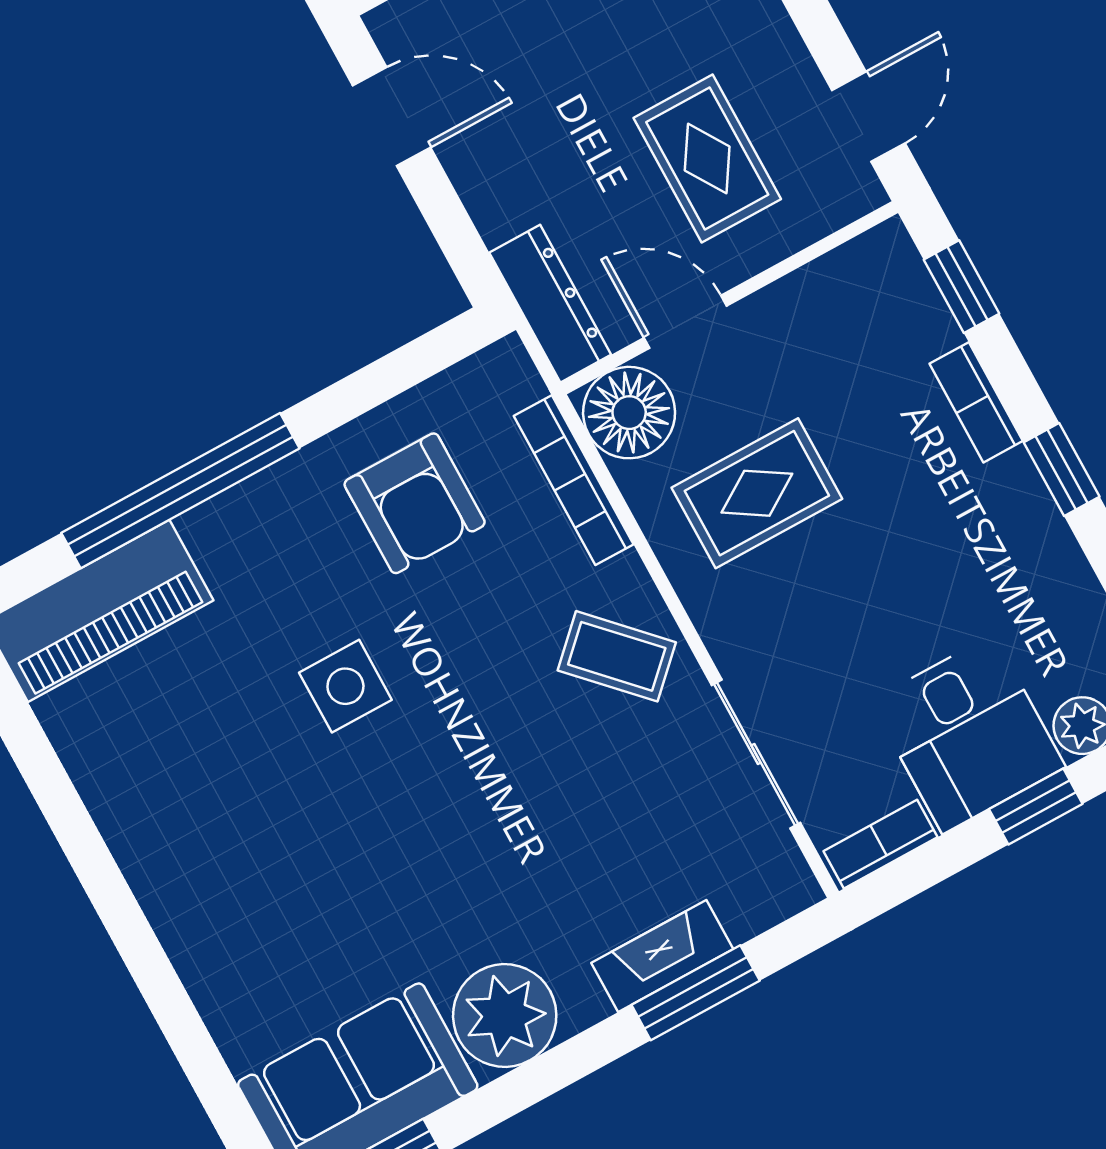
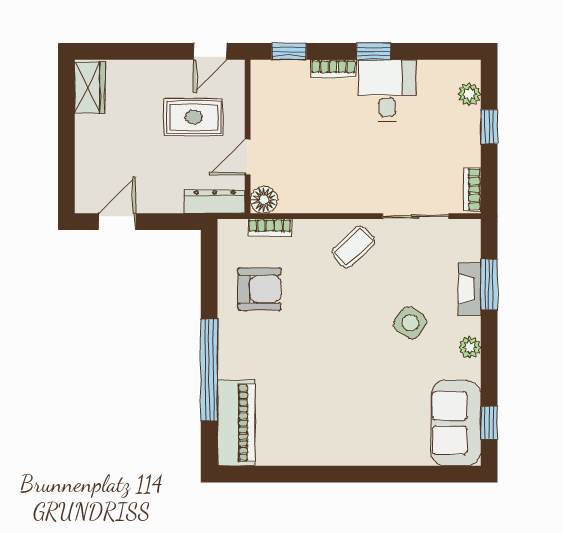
door: (868, 117) -> (210, 51), swing flipped
floor lamp: (629, 413) -> (264, 200), width x0.73, depth x0.73
bookcase: (574, 480) -> (270, 228), width x0.64
rug: (757, 493) -> (323, 165), removed
side table: (345, 686) -> (410, 323), moved, turned 34
desk: (968, 734) -> (387, 91), moved, turned -90
plant: (505, 1016) -> (470, 347), width x0.53, depth x0.53

